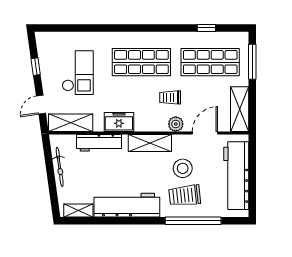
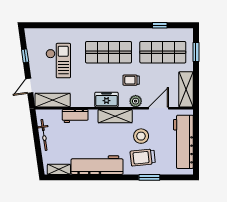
window: (252, 62) -> (196, 52), width x0.69
freezer: (119, 122) -> (106, 100), moved
workbench: (99, 143) -> (75, 116), width x0.73
window: (193, 221) -> (149, 177), width x0.47

